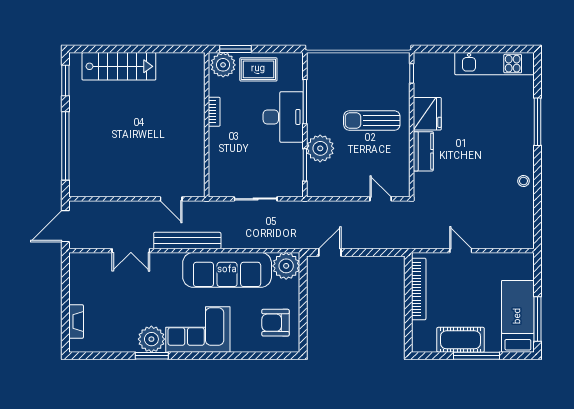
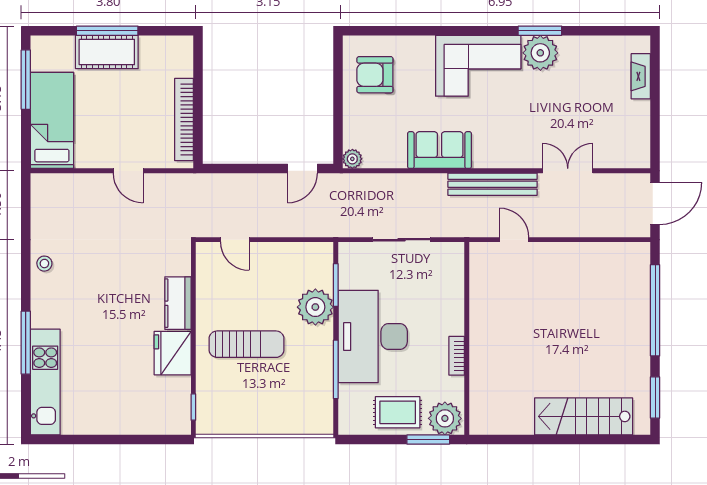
kitchen unit: (494, 64) -> (45, 382), moved, turned 90
desk: (283, 117) -> (373, 337), width x1.36, depth x1.30
plant: (286, 266) -> (352, 159), width x0.53, depth x0.53
sofa: (227, 270) -> (440, 150), width x0.54, depth x0.79
bed: (518, 316) -> (52, 120), moved, turned 180
armchair: (276, 323) -> (375, 75), turned 180
cot: (461, 340) -> (107, 52), moved

